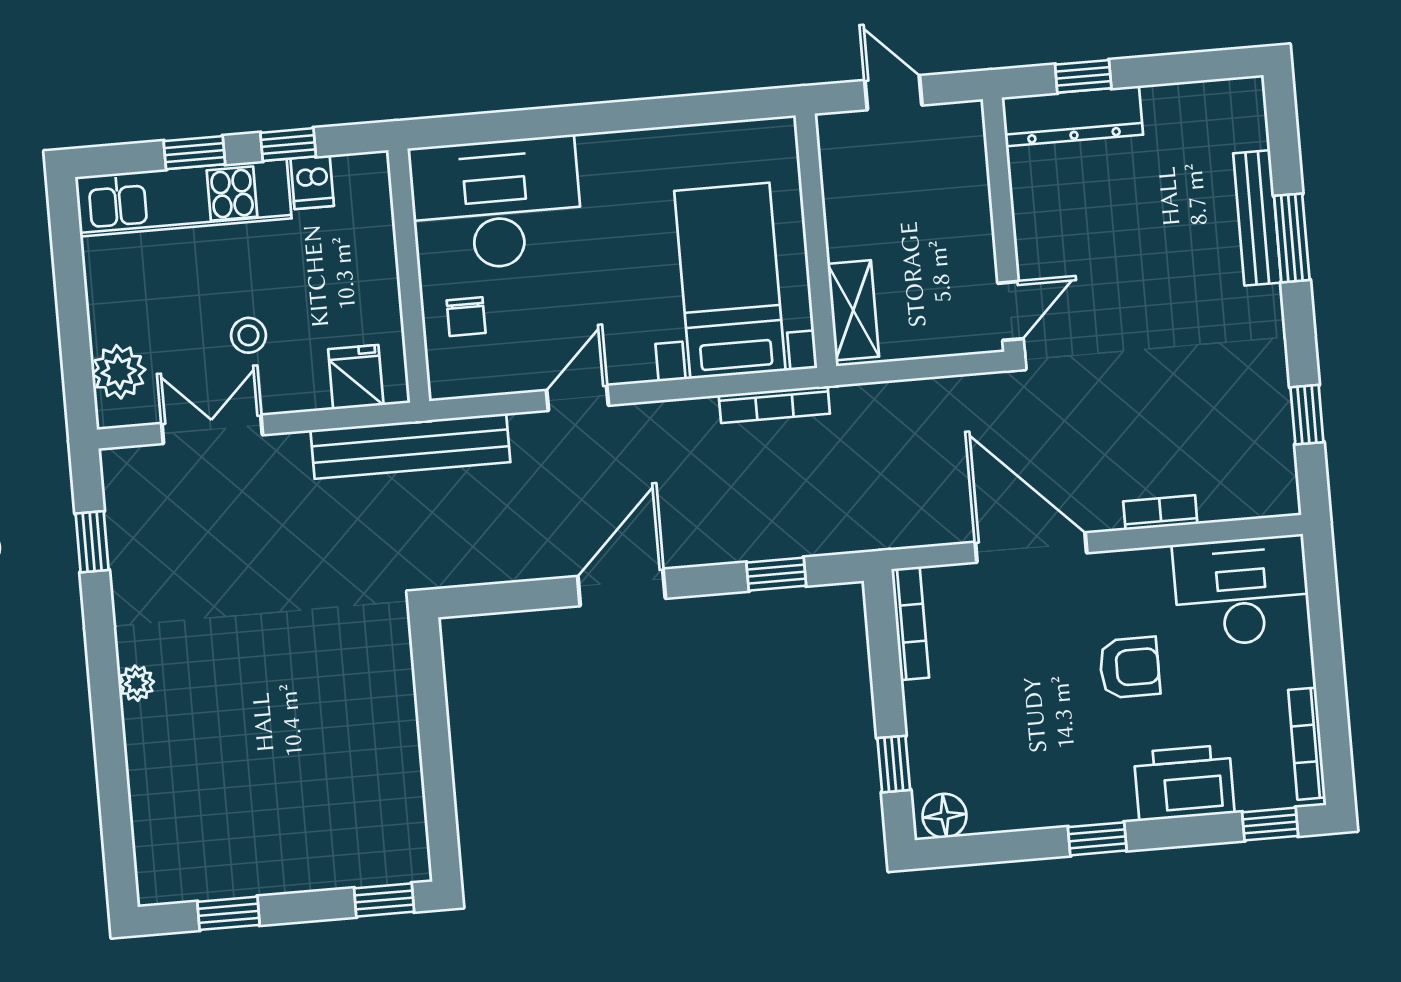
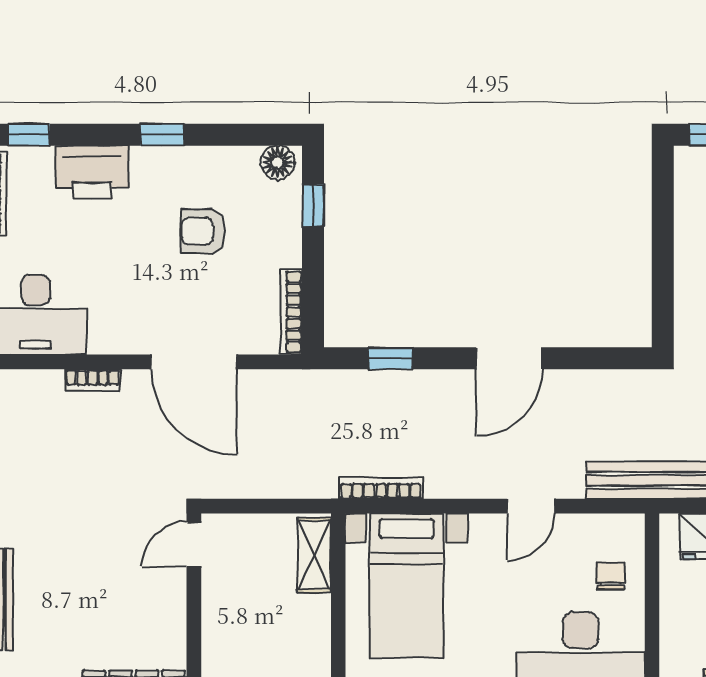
armchair: (1129, 667) -> (203, 231), moved

